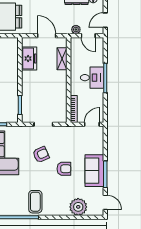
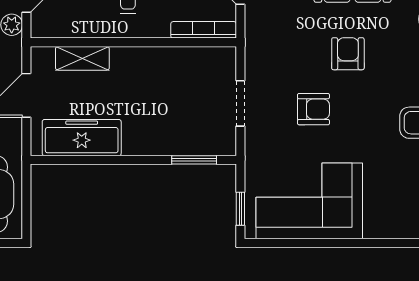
freezer: (29, 58) -> (82, 138), width x1.40
armchair: (41, 154) -> (313, 109), turned 114

